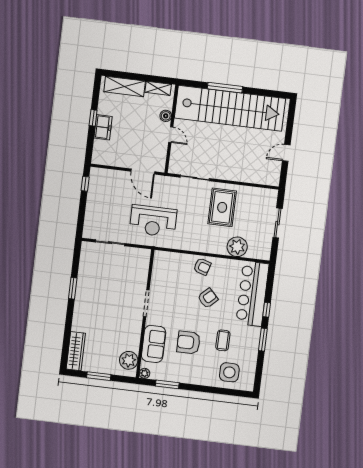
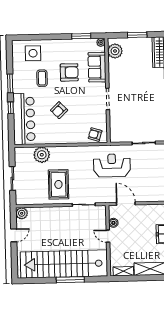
boiler: (166, 116) -> (113, 223), moved
plant: (273, 179) -> (22, 213), added
armchair: (202, 267) -> (95, 134), moved

